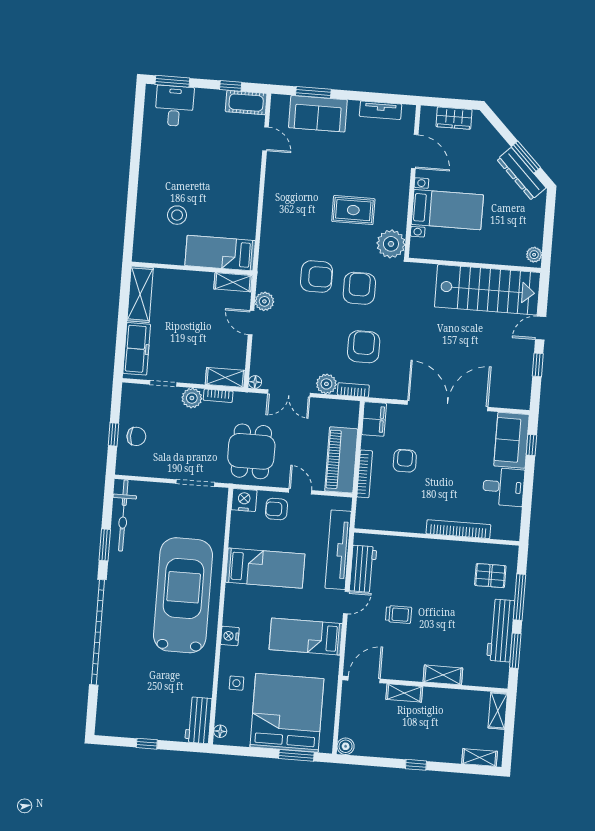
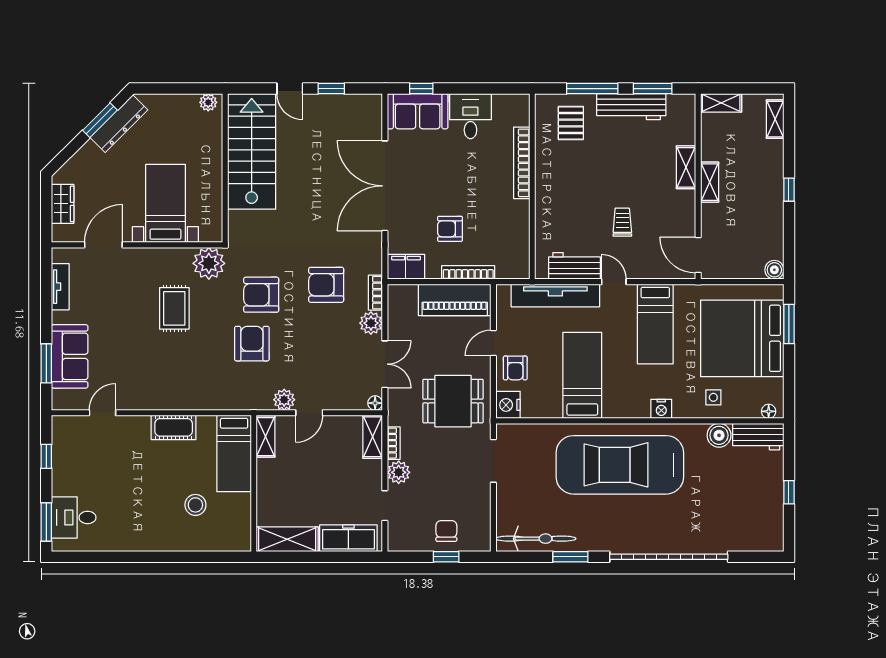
cot: (246, 103) -> (174, 427), moved, turned 90
boiler: (202, 686) -> (719, 435), added
shelving: (404, 693) -> (710, 182), moved

